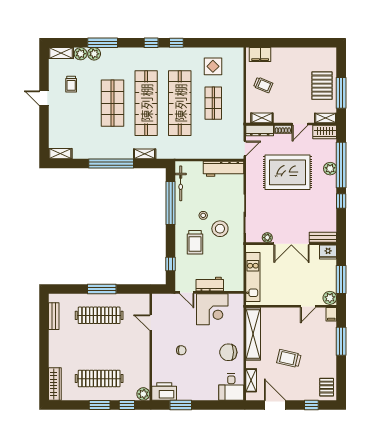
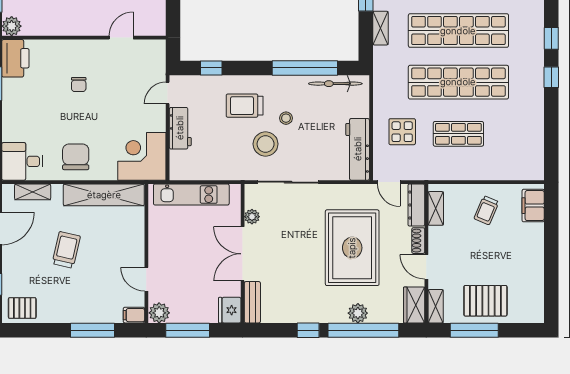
display table: (213, 66) -> (402, 132), moved
corner desk: (212, 309) -> (142, 156), moved, turned 90

